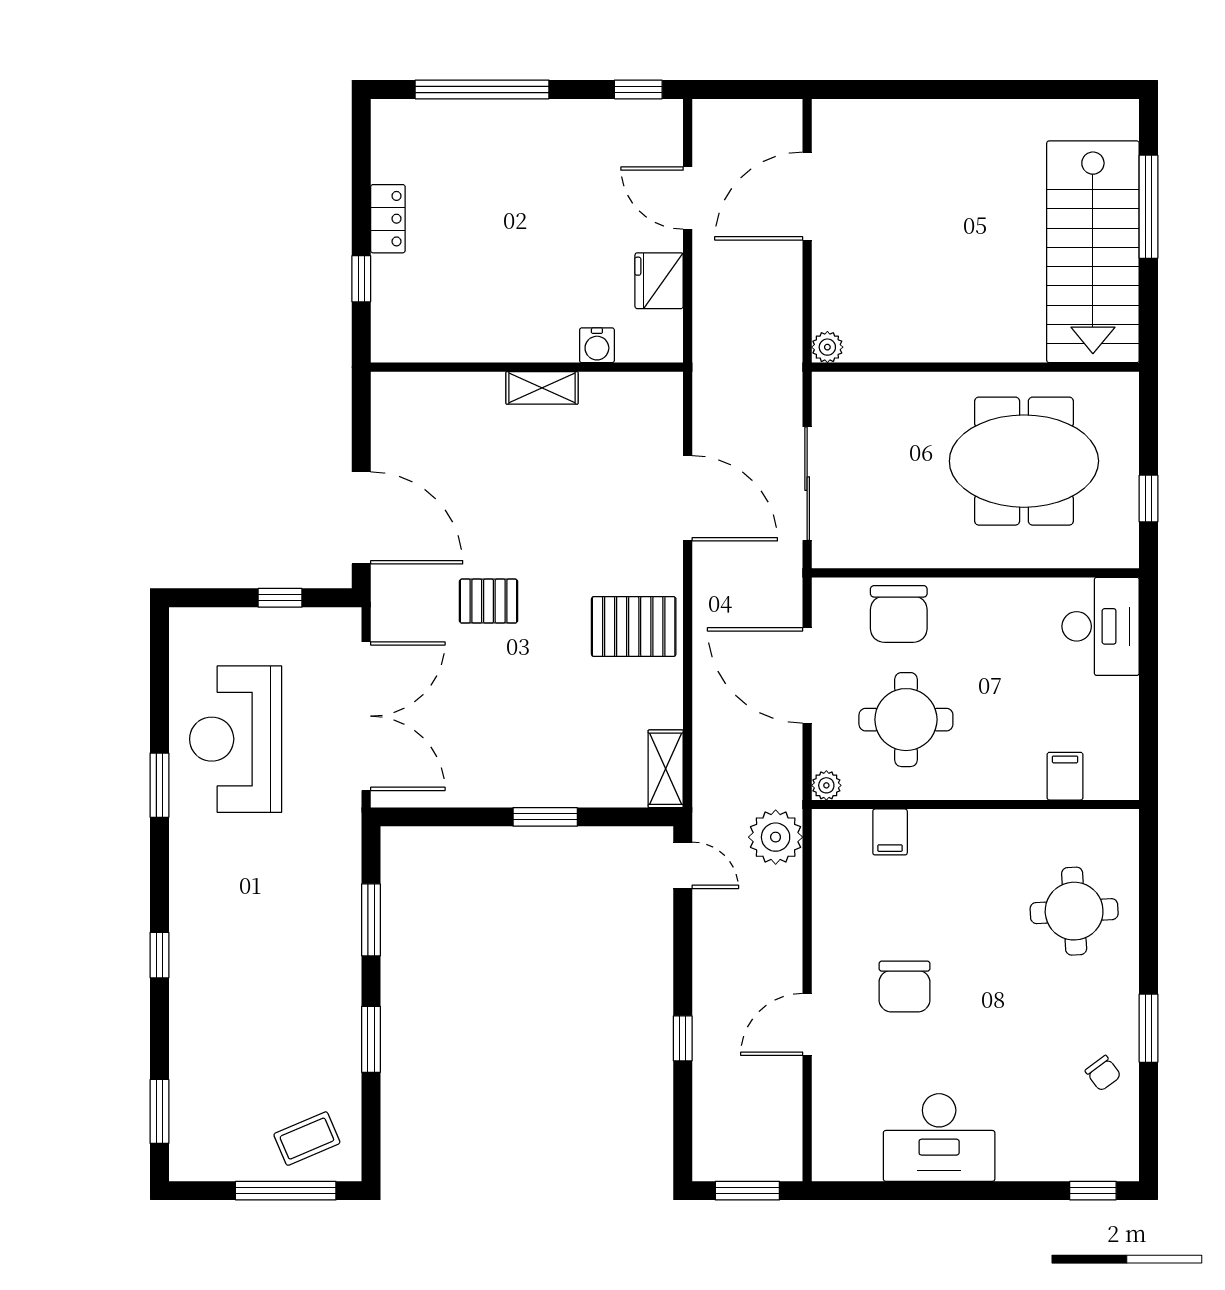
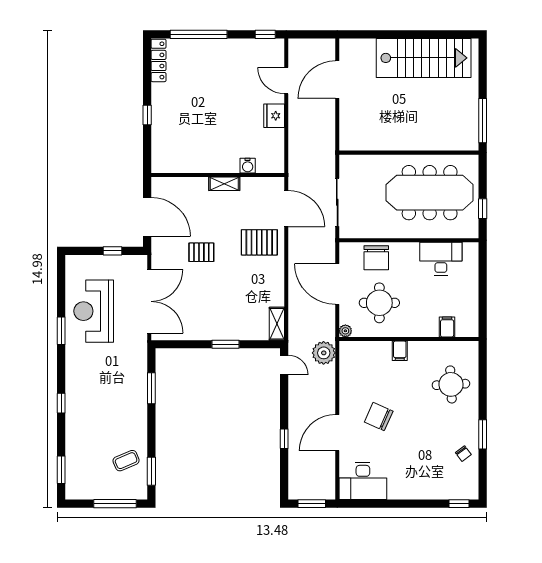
window: (1148, 207) -> (483, 121), moved
locker: (388, 219) -> (159, 60), moved, width x1.53
stairs: (1093, 252) -> (424, 58), moved, turned -90
water cooler: (597, 345) -> (248, 166), moved
plant: (827, 347) -> (346, 144), removed
wall: (527, 367) -> (218, 175), moved
shelving: (542, 388) -> (224, 184), moved
meeting table: (1024, 461) -> (430, 193), width x1.36
desk: (1101, 626) -> (441, 259), moved, turned -90
pallet: (634, 627) -> (259, 242), moved
filing cabinet: (890, 832) -> (400, 351), moved
chair: (904, 986) -> (379, 417), turned 114
door: (807, 1024) -> (337, 433), width x1.36
window: (371, 1039) -> (151, 471), moved
desk: (939, 1137) -> (363, 481), moved
coffee table: (307, 1139) -> (126, 461), moved

